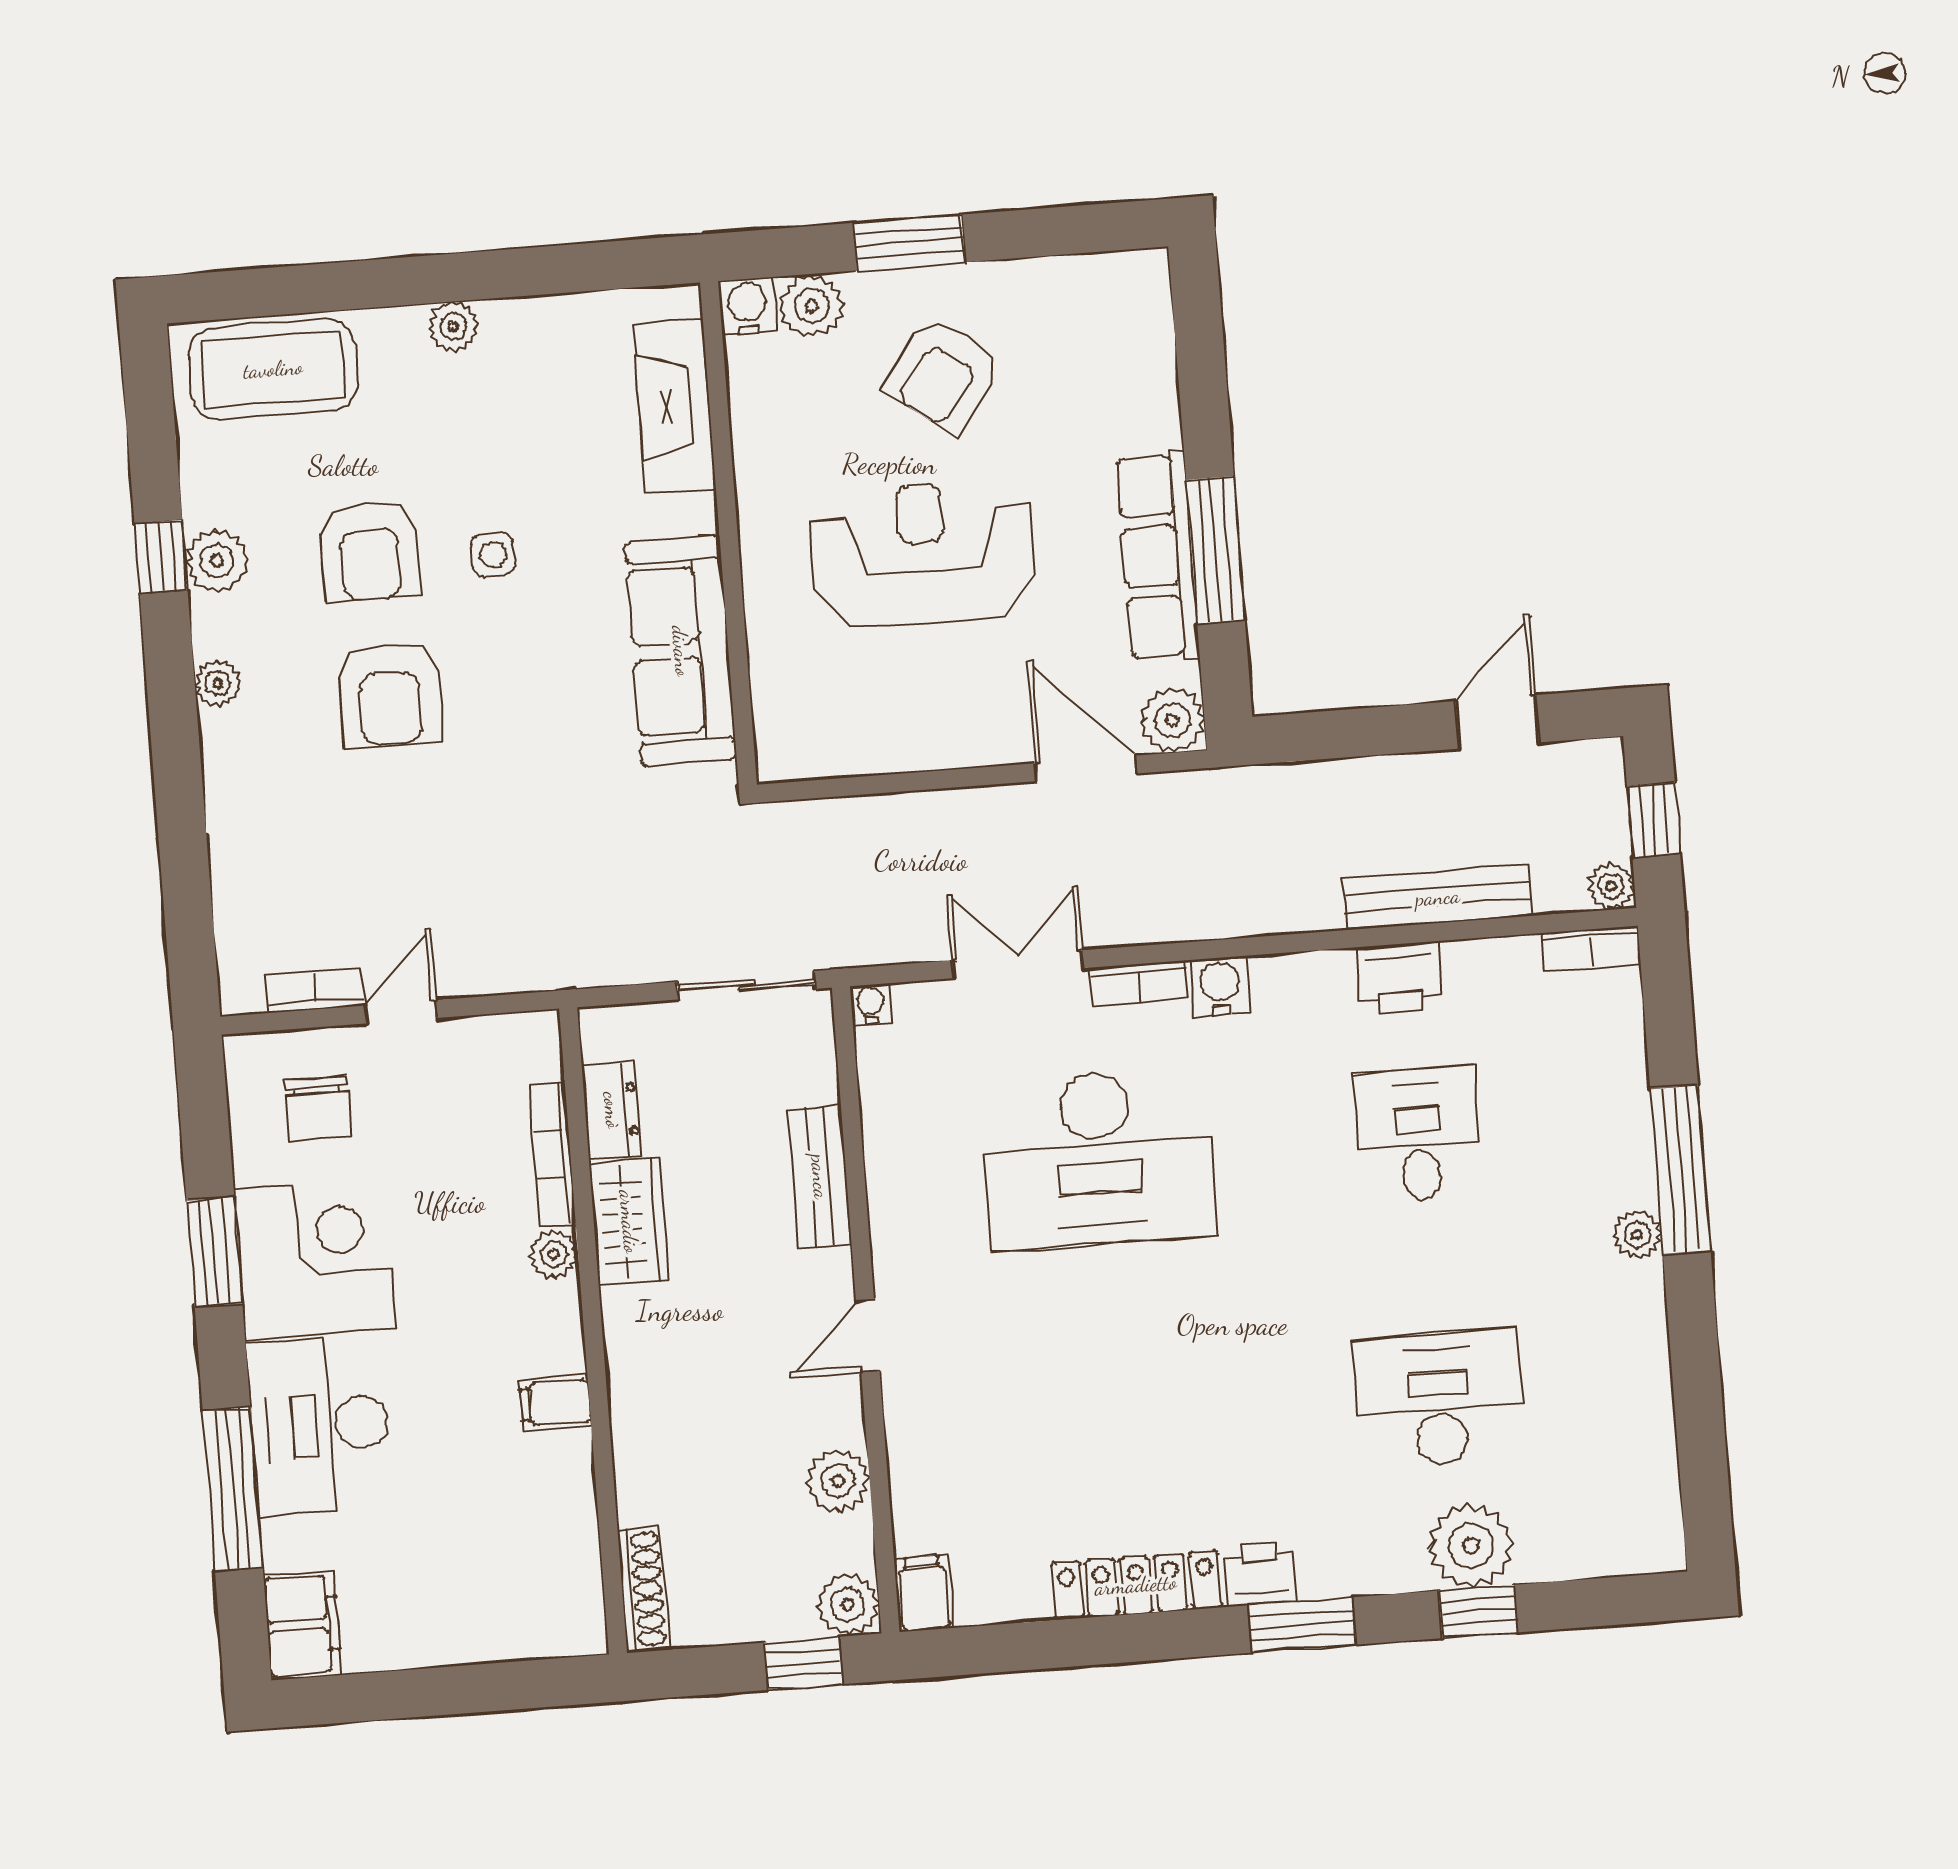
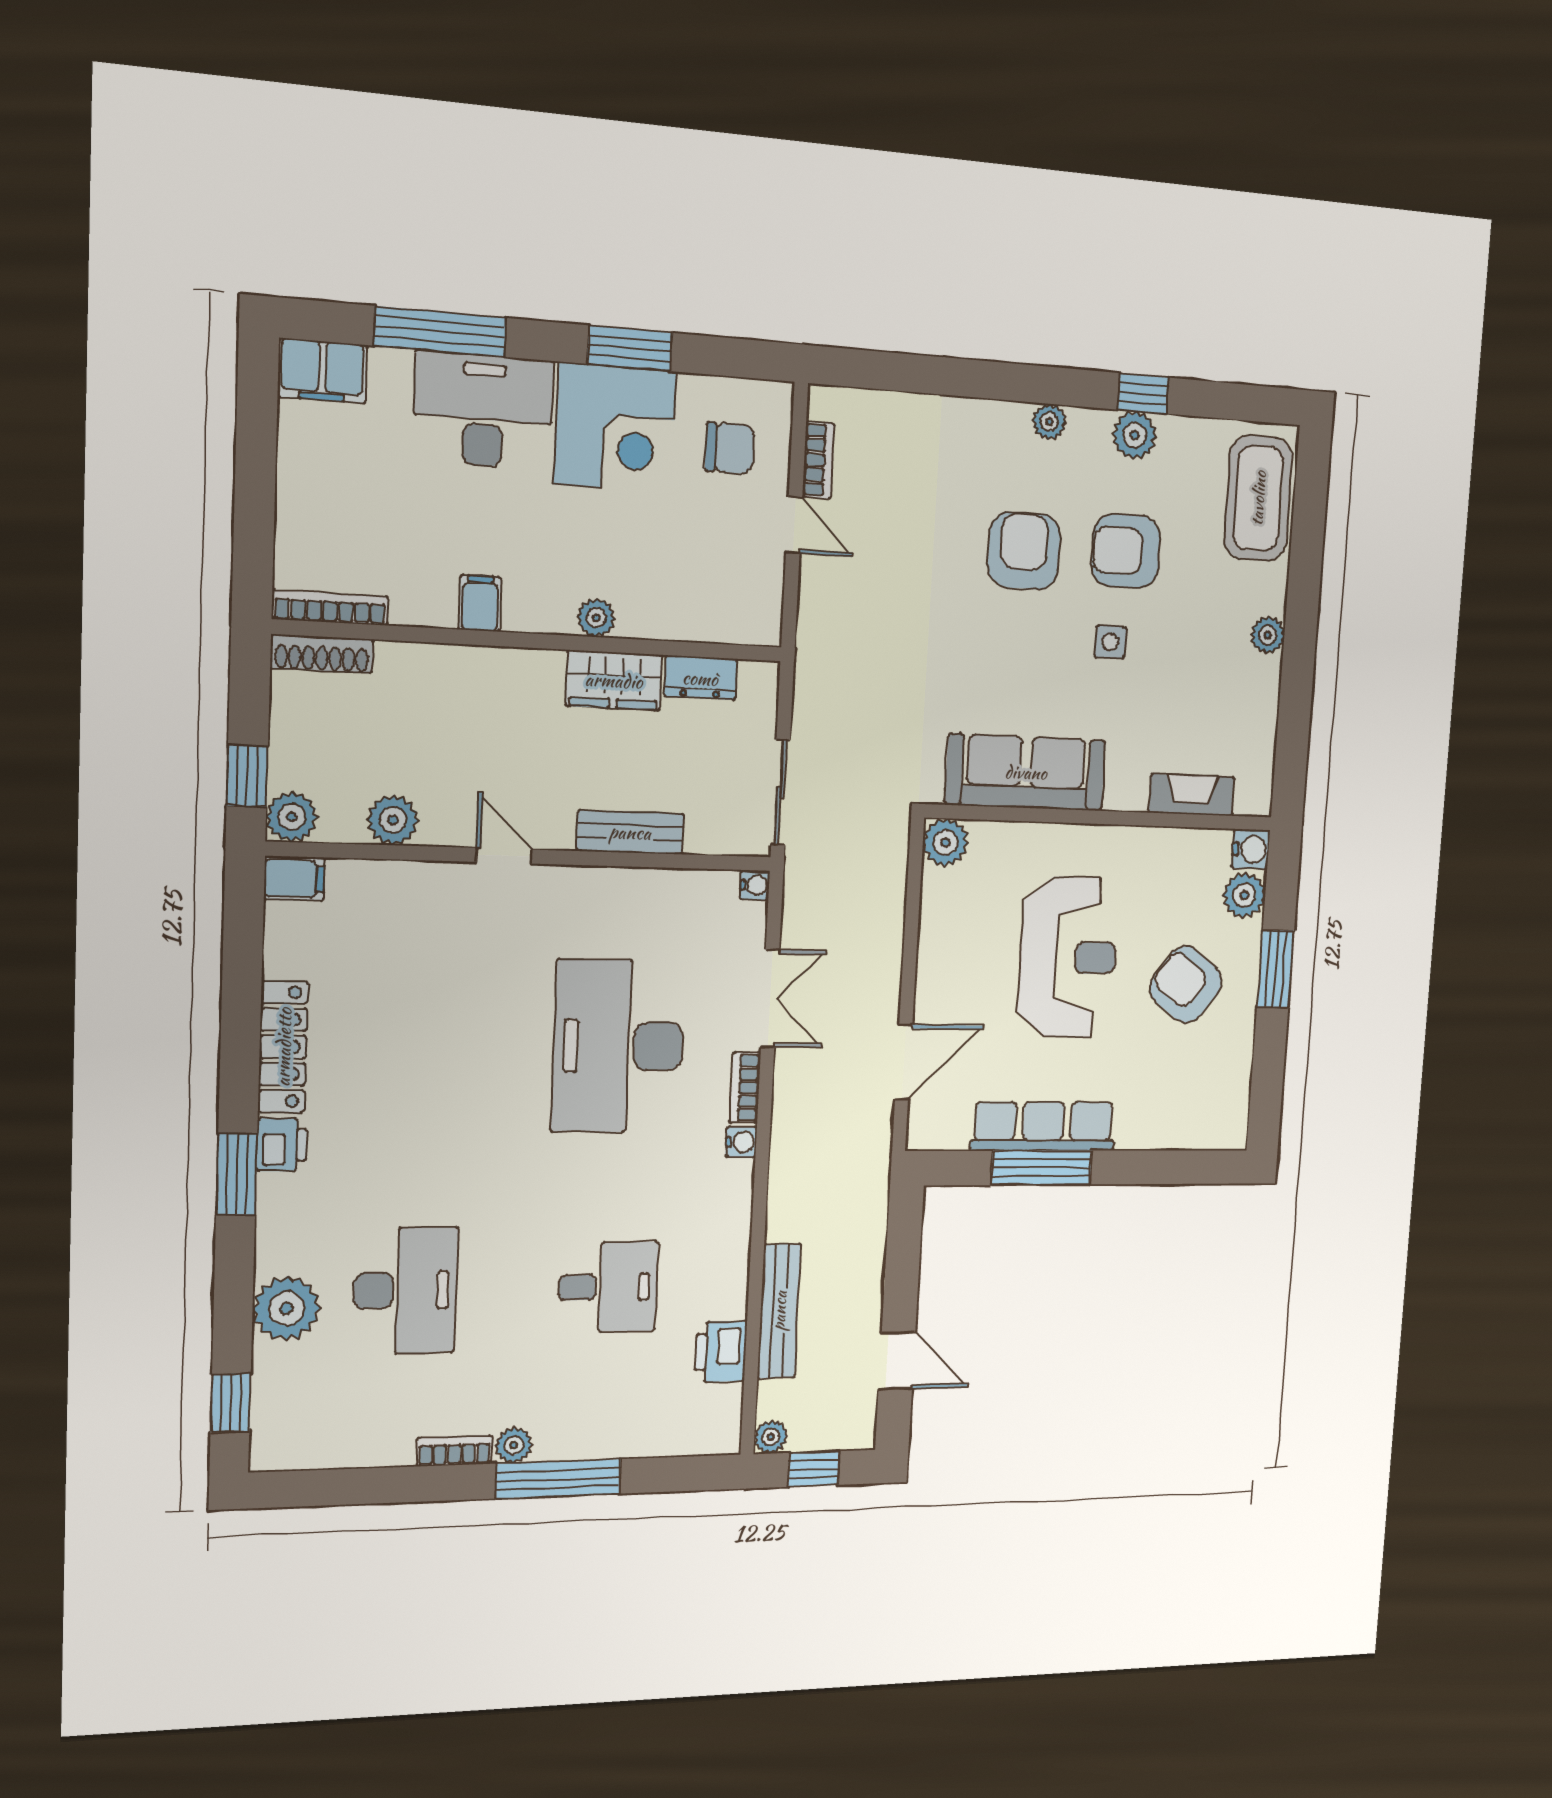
fireplace: (674, 406) -> (1192, 795), width x0.73, depth x0.76
armchair: (390, 695) -> (1024, 551), turned 90
plant: (1172, 720) -> (946, 843), moved
bookcase: (1591, 949) -> (454, 1451), moved, turned 90
printer: (1399, 978) -> (721, 1352), moved
water cooler: (1220, 986) -> (741, 1142), width x0.72, depth x0.72
chair: (317, 1109) -> (730, 448), turned 180
bookcase: (552, 1154) -> (330, 608), moved
window: (1478, 1611) -> (231, 1403), moved

